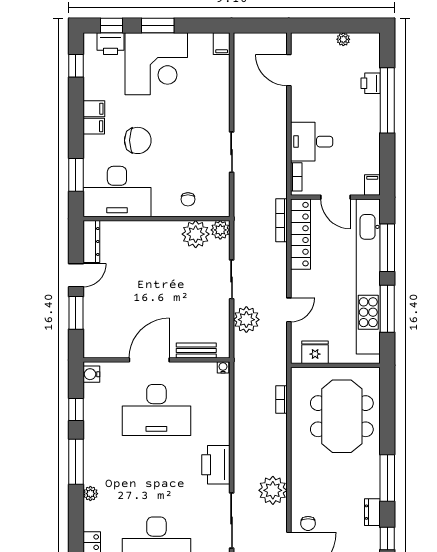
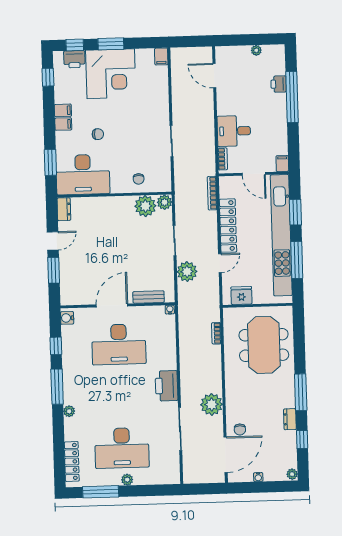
chair: (138, 140) -> (98, 134), width x0.54, depth x0.54
locker: (301, 234) -> (228, 226), moved
dresser: (91, 242) -> (64, 209), width x0.70
window: (387, 248) -> (295, 212), width x0.69

